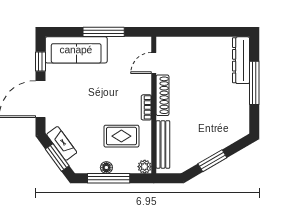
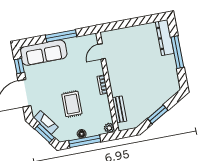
shoe rack: (163, 95) -> (112, 74), removed
rug: (121, 136) -> (72, 104), moved, turned 90
bench: (163, 144) -> (119, 109), width x0.73

